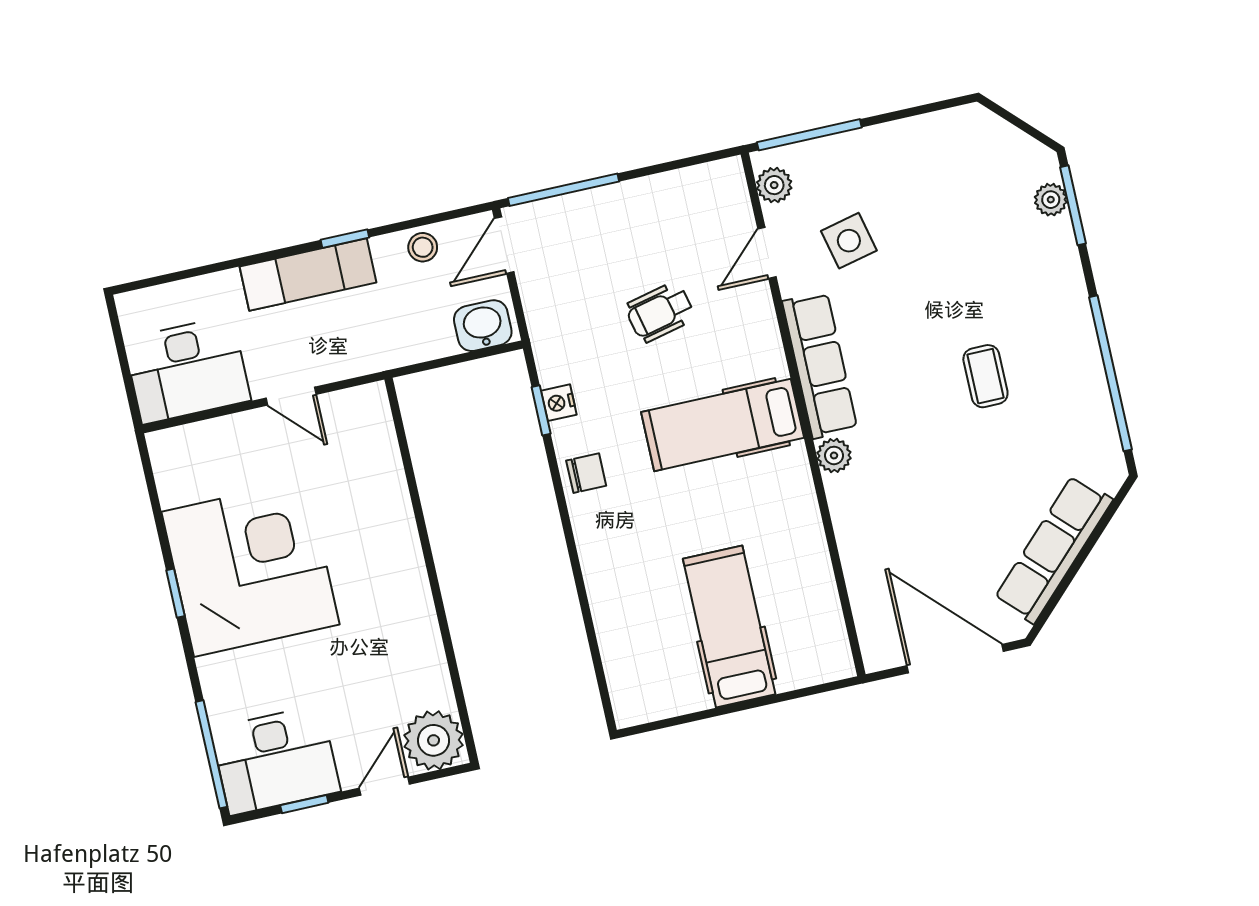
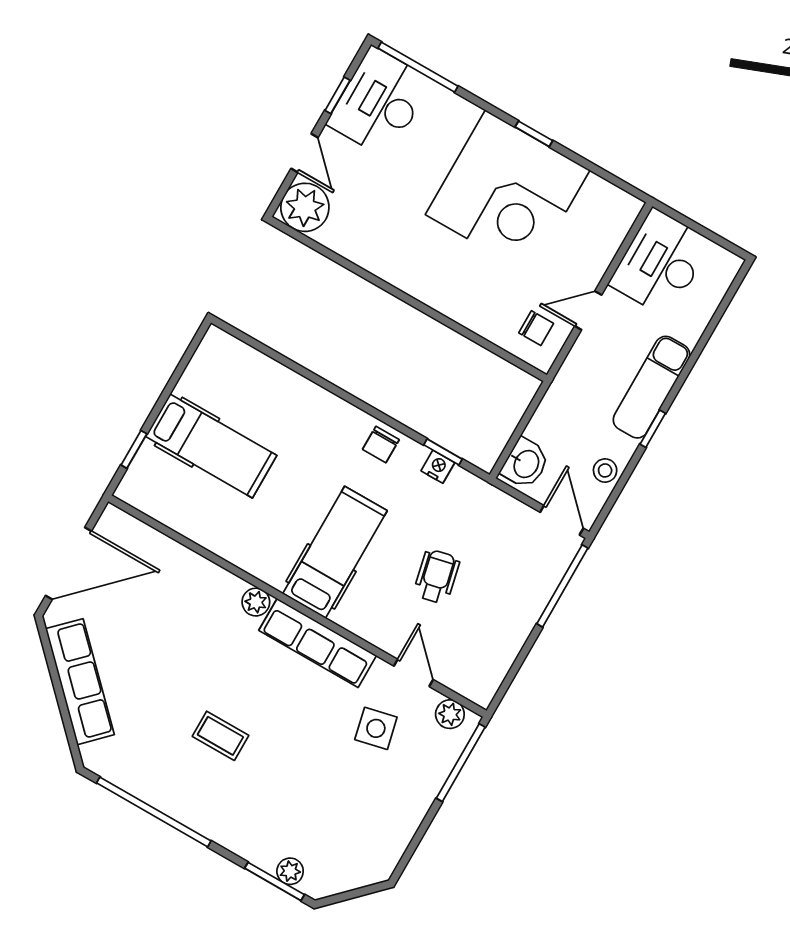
chair: (350, 429) -> (536, 328), added
window: (797, 694) -> (134, 449), added

